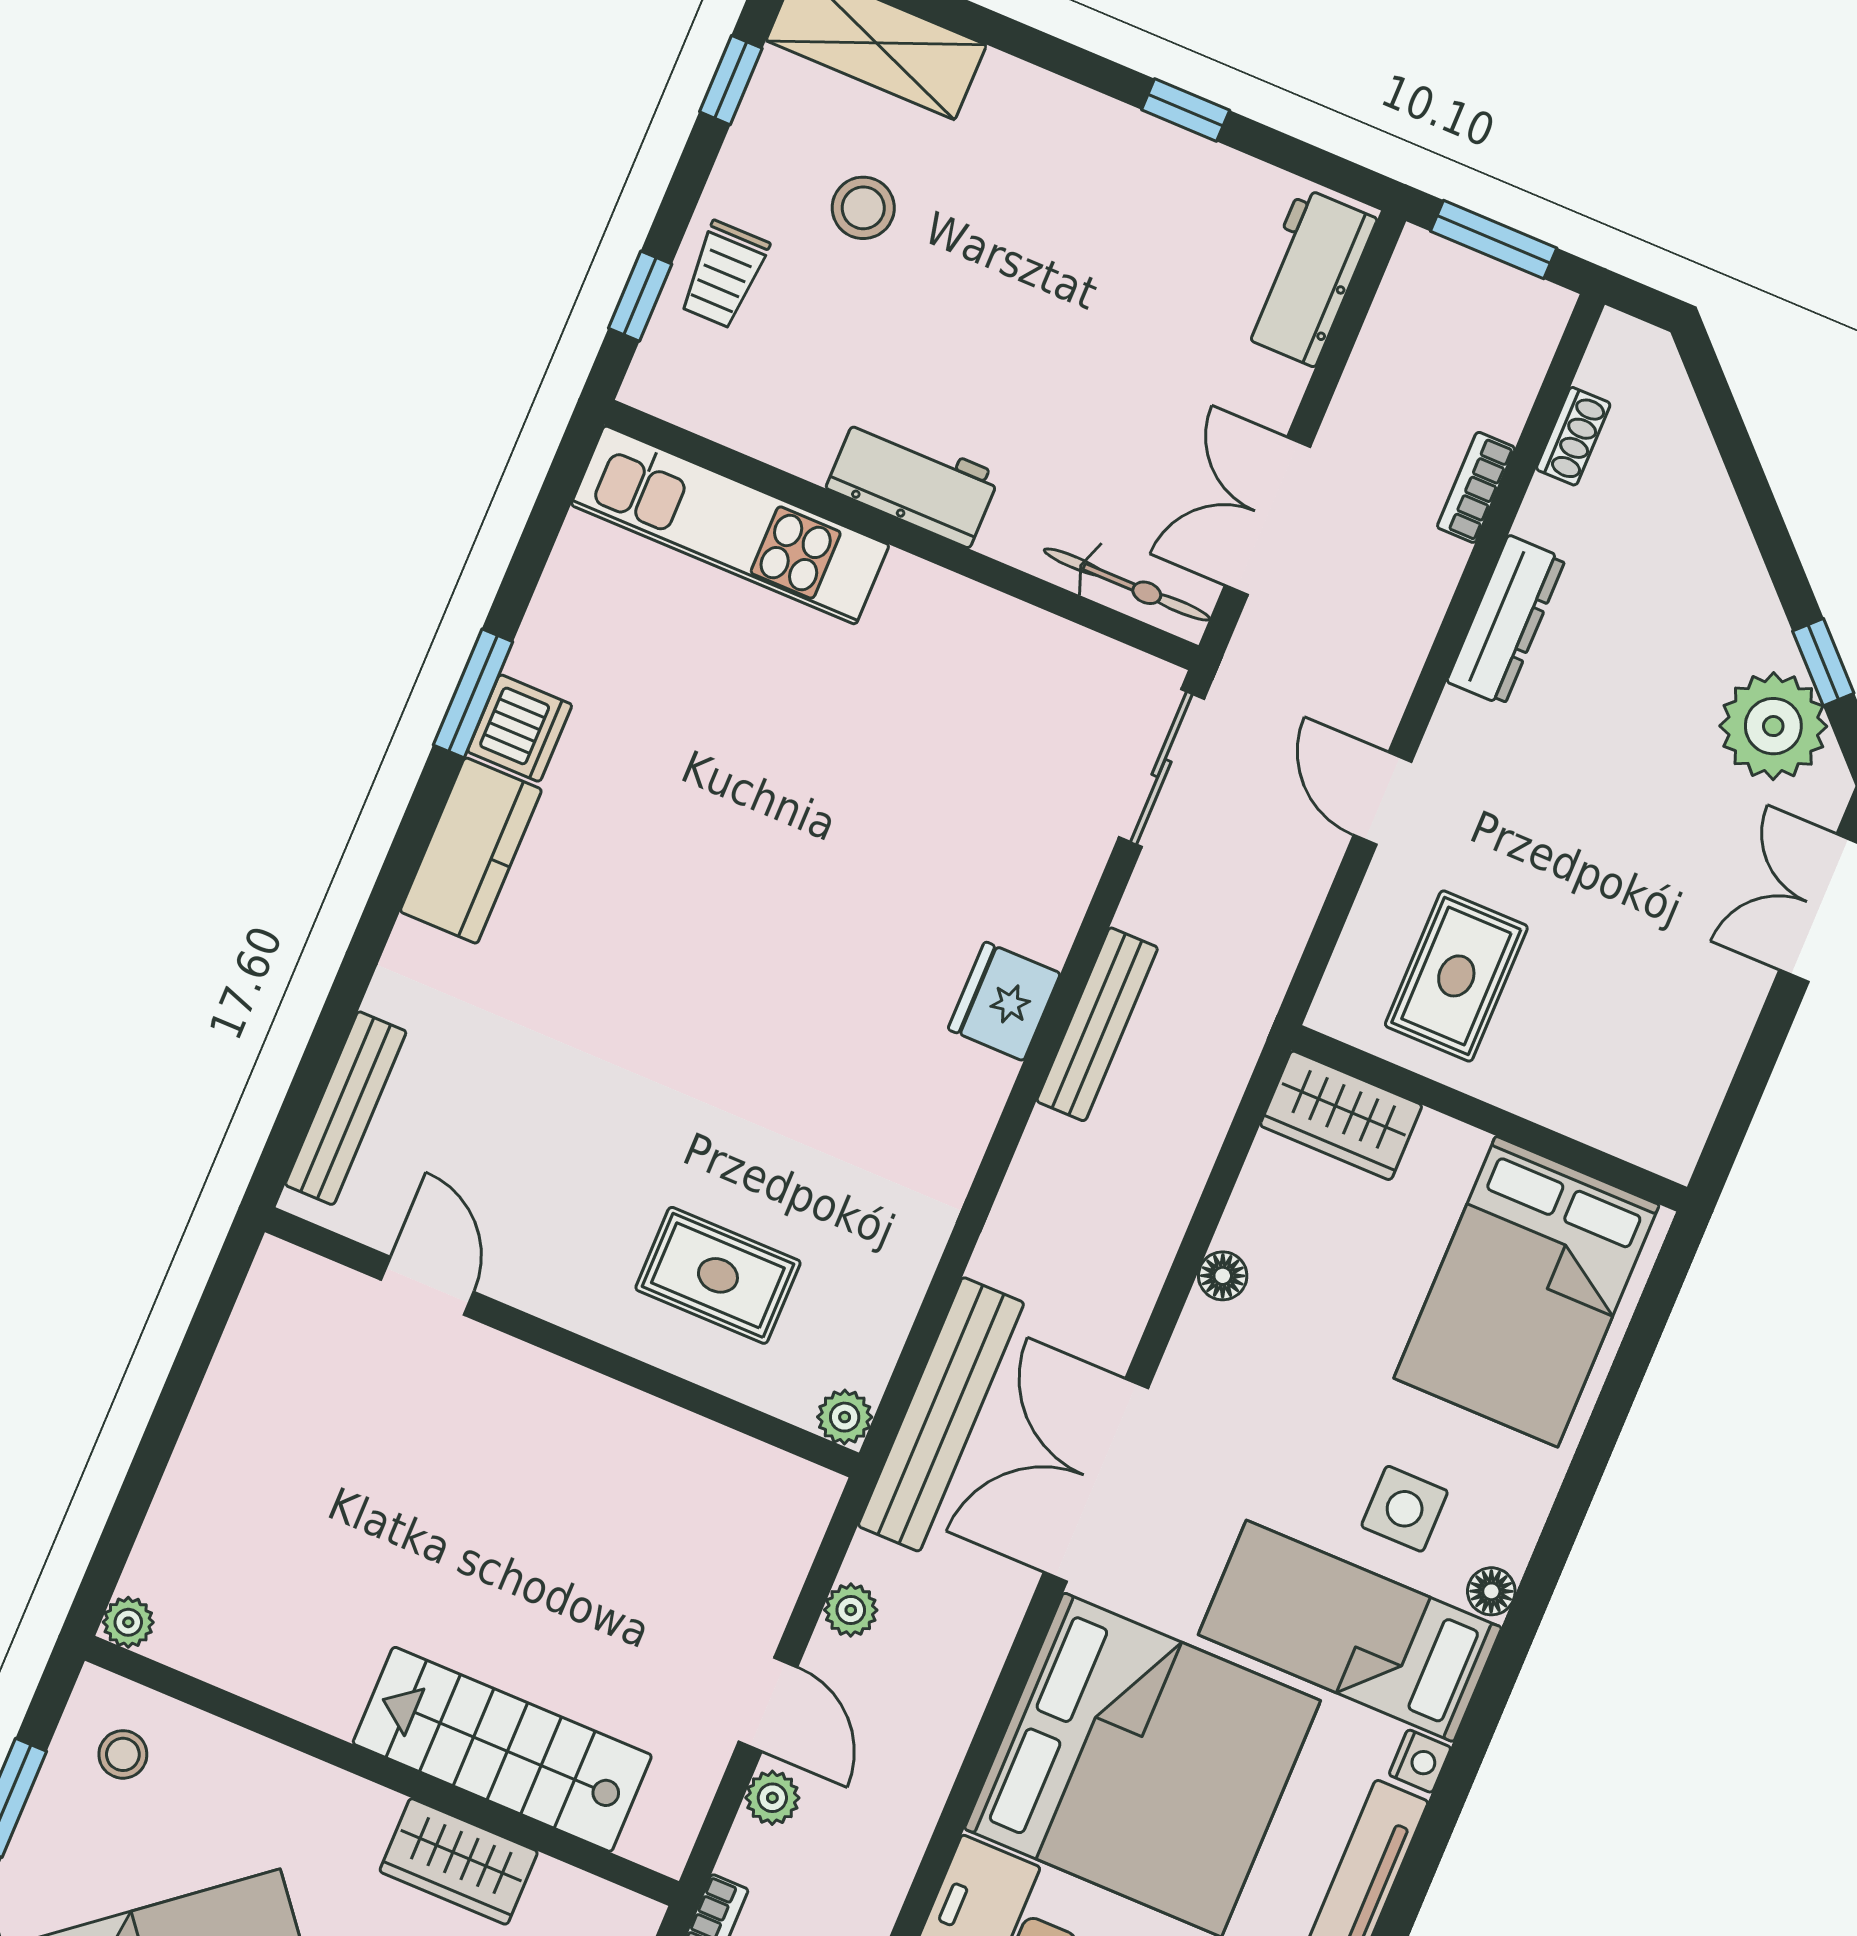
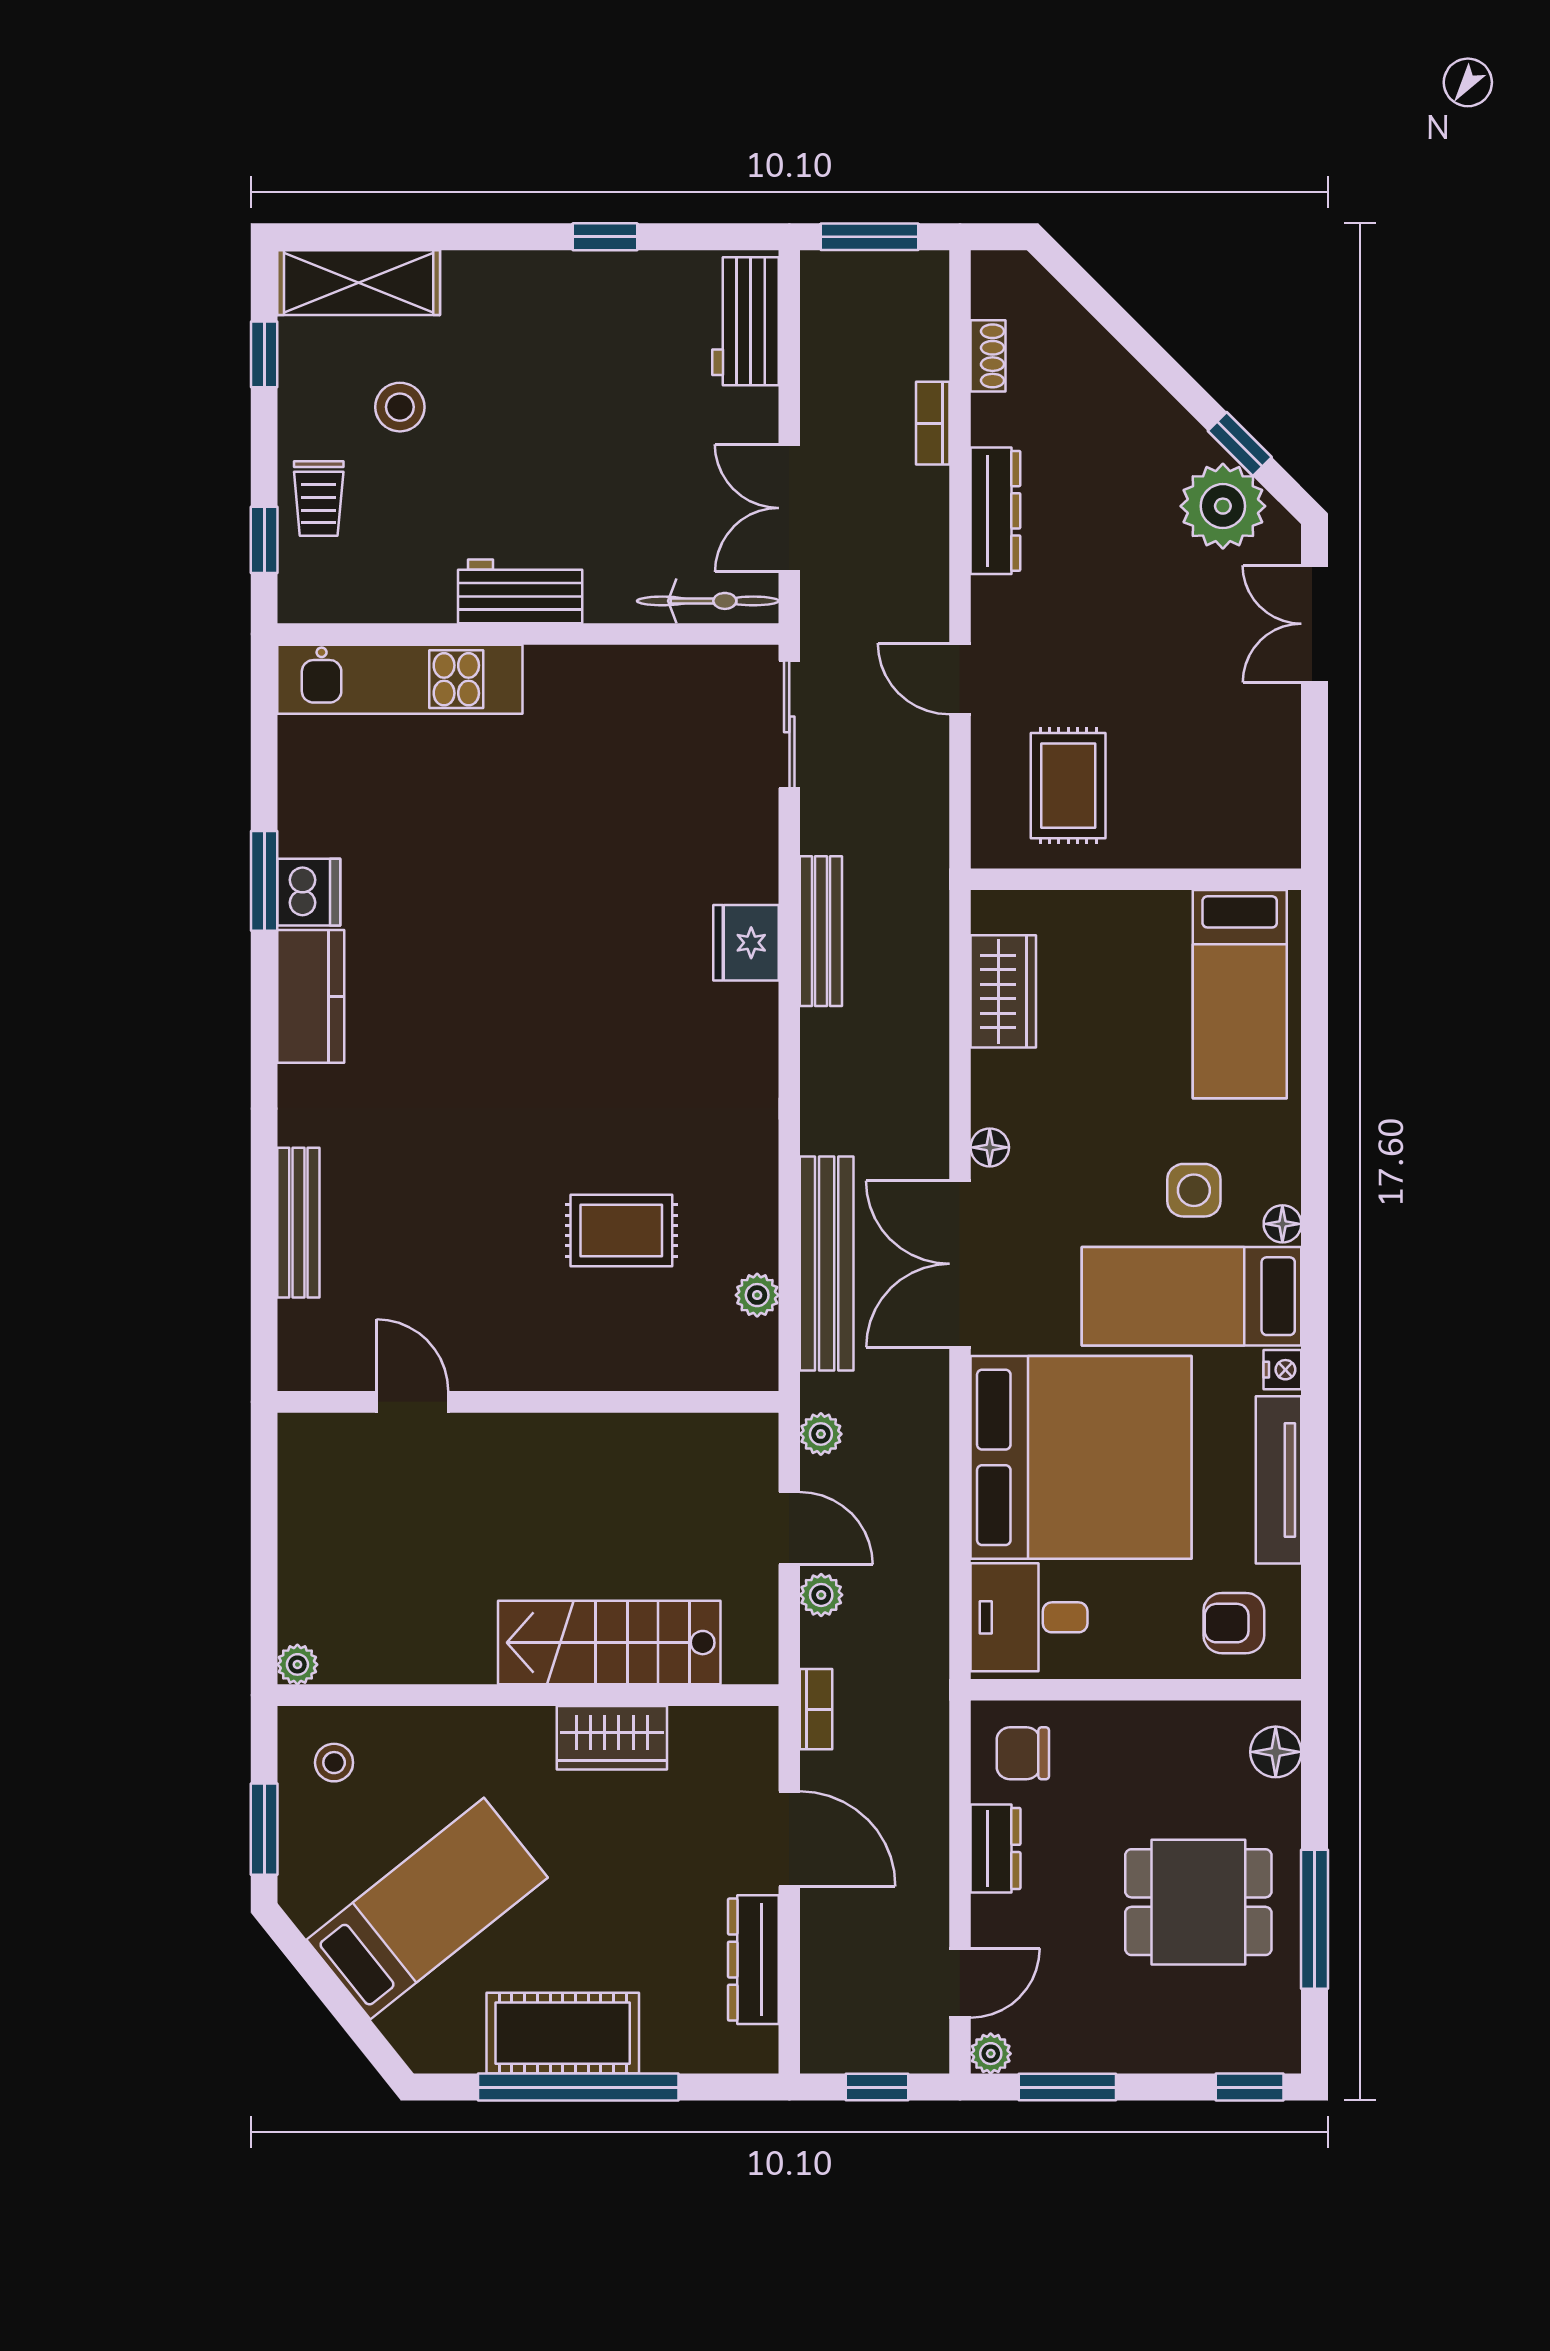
wardrobe: (1341, 1115) -> (1003, 991), moved, turned -90
floor lamp: (1223, 1276) -> (990, 1147), moved
door: (427, 1286) -> (412, 1402), moved
bed: (1527, 1291) -> (1240, 994), width x0.67
wall: (562, 1342) -> (528, 1402), moved

